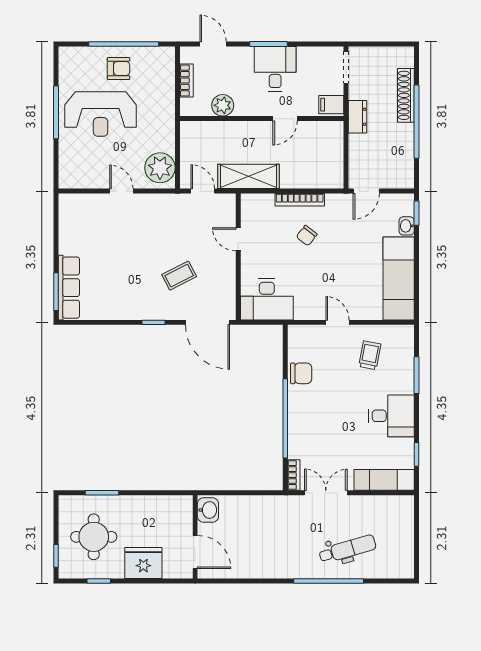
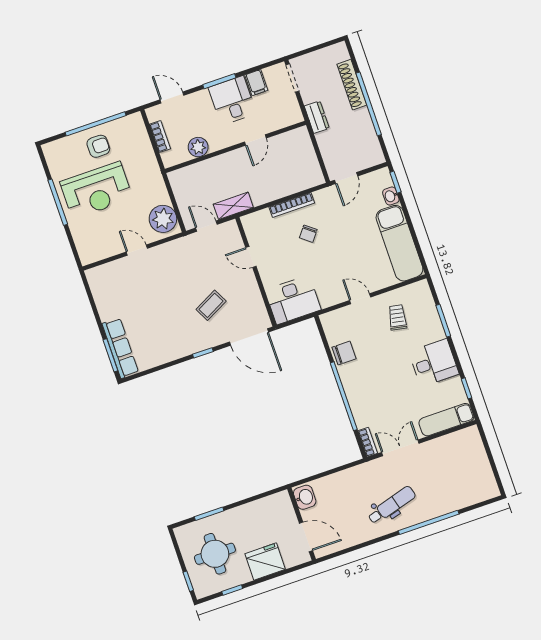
filing cabinet: (331, 105) -> (256, 83), moved, turned -90
shelving: (248, 176) -> (233, 206), width x0.67, depth x0.75
dental chair: (347, 549) -> (392, 505), moved

